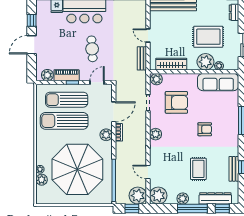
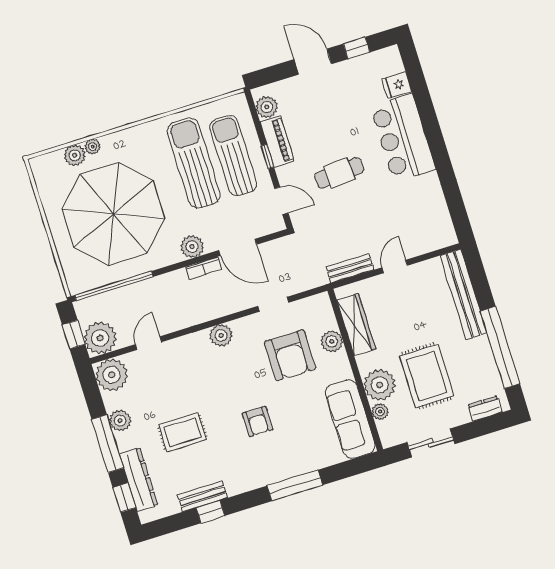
plant: (156, 79) -> (332, 341), moved

